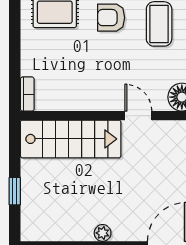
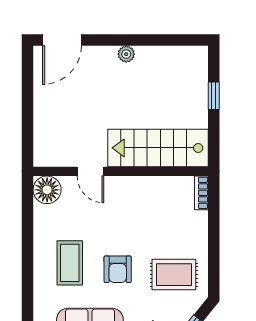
armchair: (111, 18) -> (118, 269), turned 90

